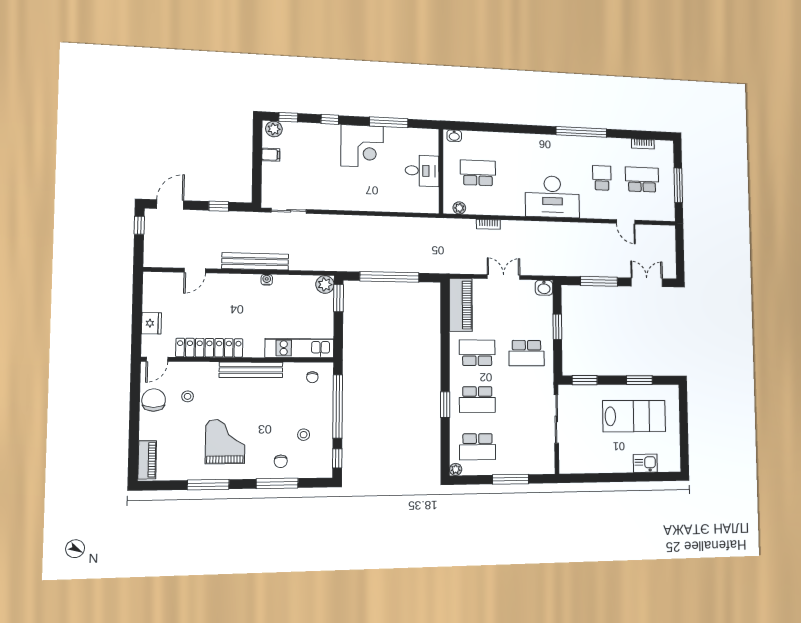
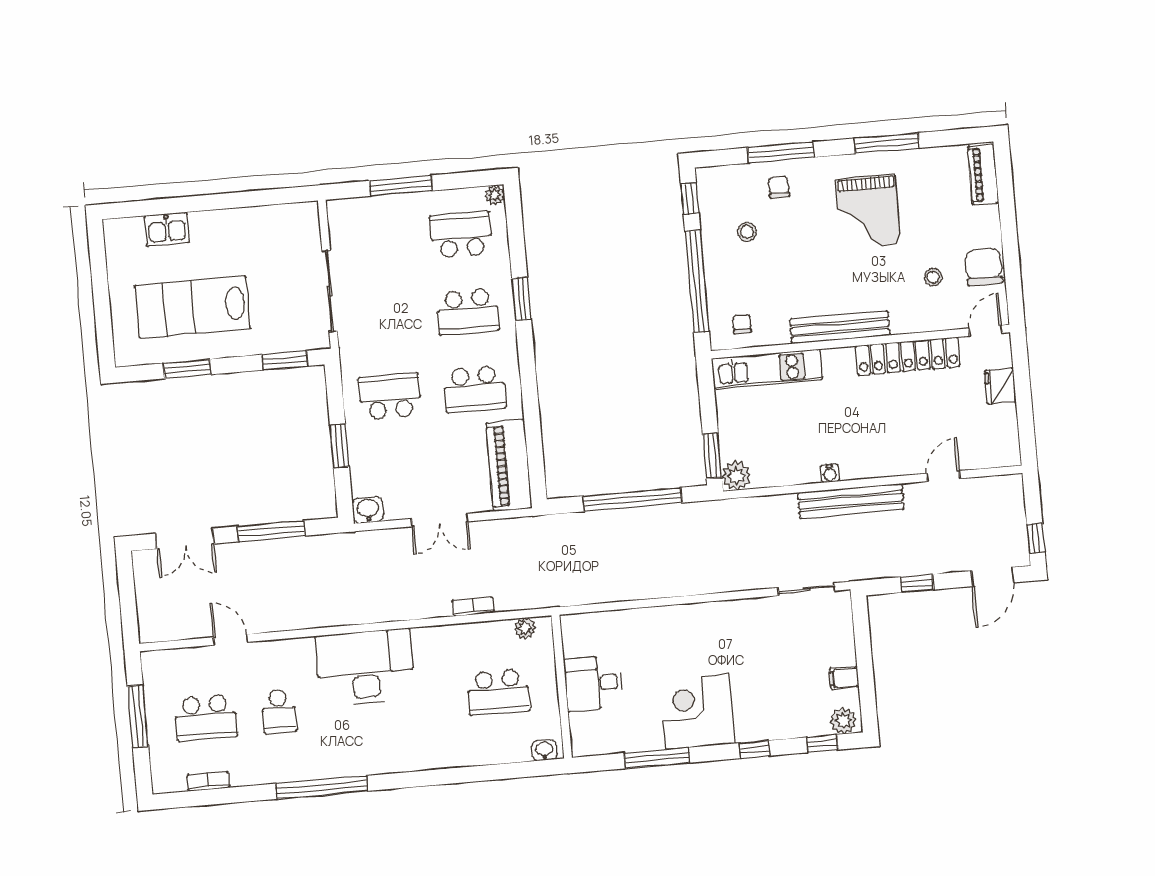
chair: (154, 400) -> (984, 267), turned 180
school desk: (477, 400) -> (468, 312), turned 180

